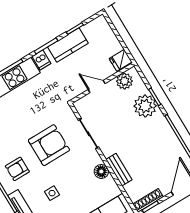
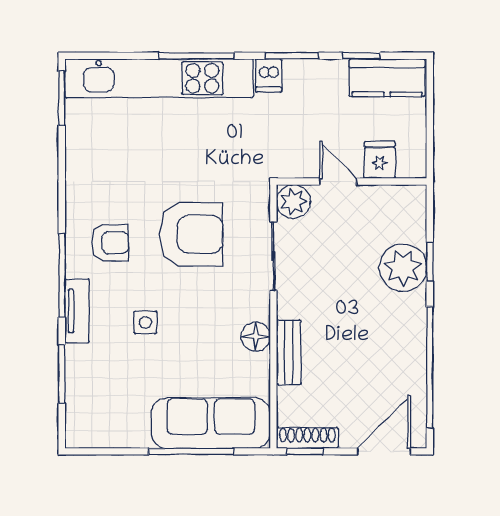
kitchen counter: (68, 45) -> (387, 78), moved
fridge: (121, 60) -> (380, 160), moved, turned 90
plant: (124, 81) -> (293, 202), moved
armchair: (17, 169) -> (110, 243), turned 180

